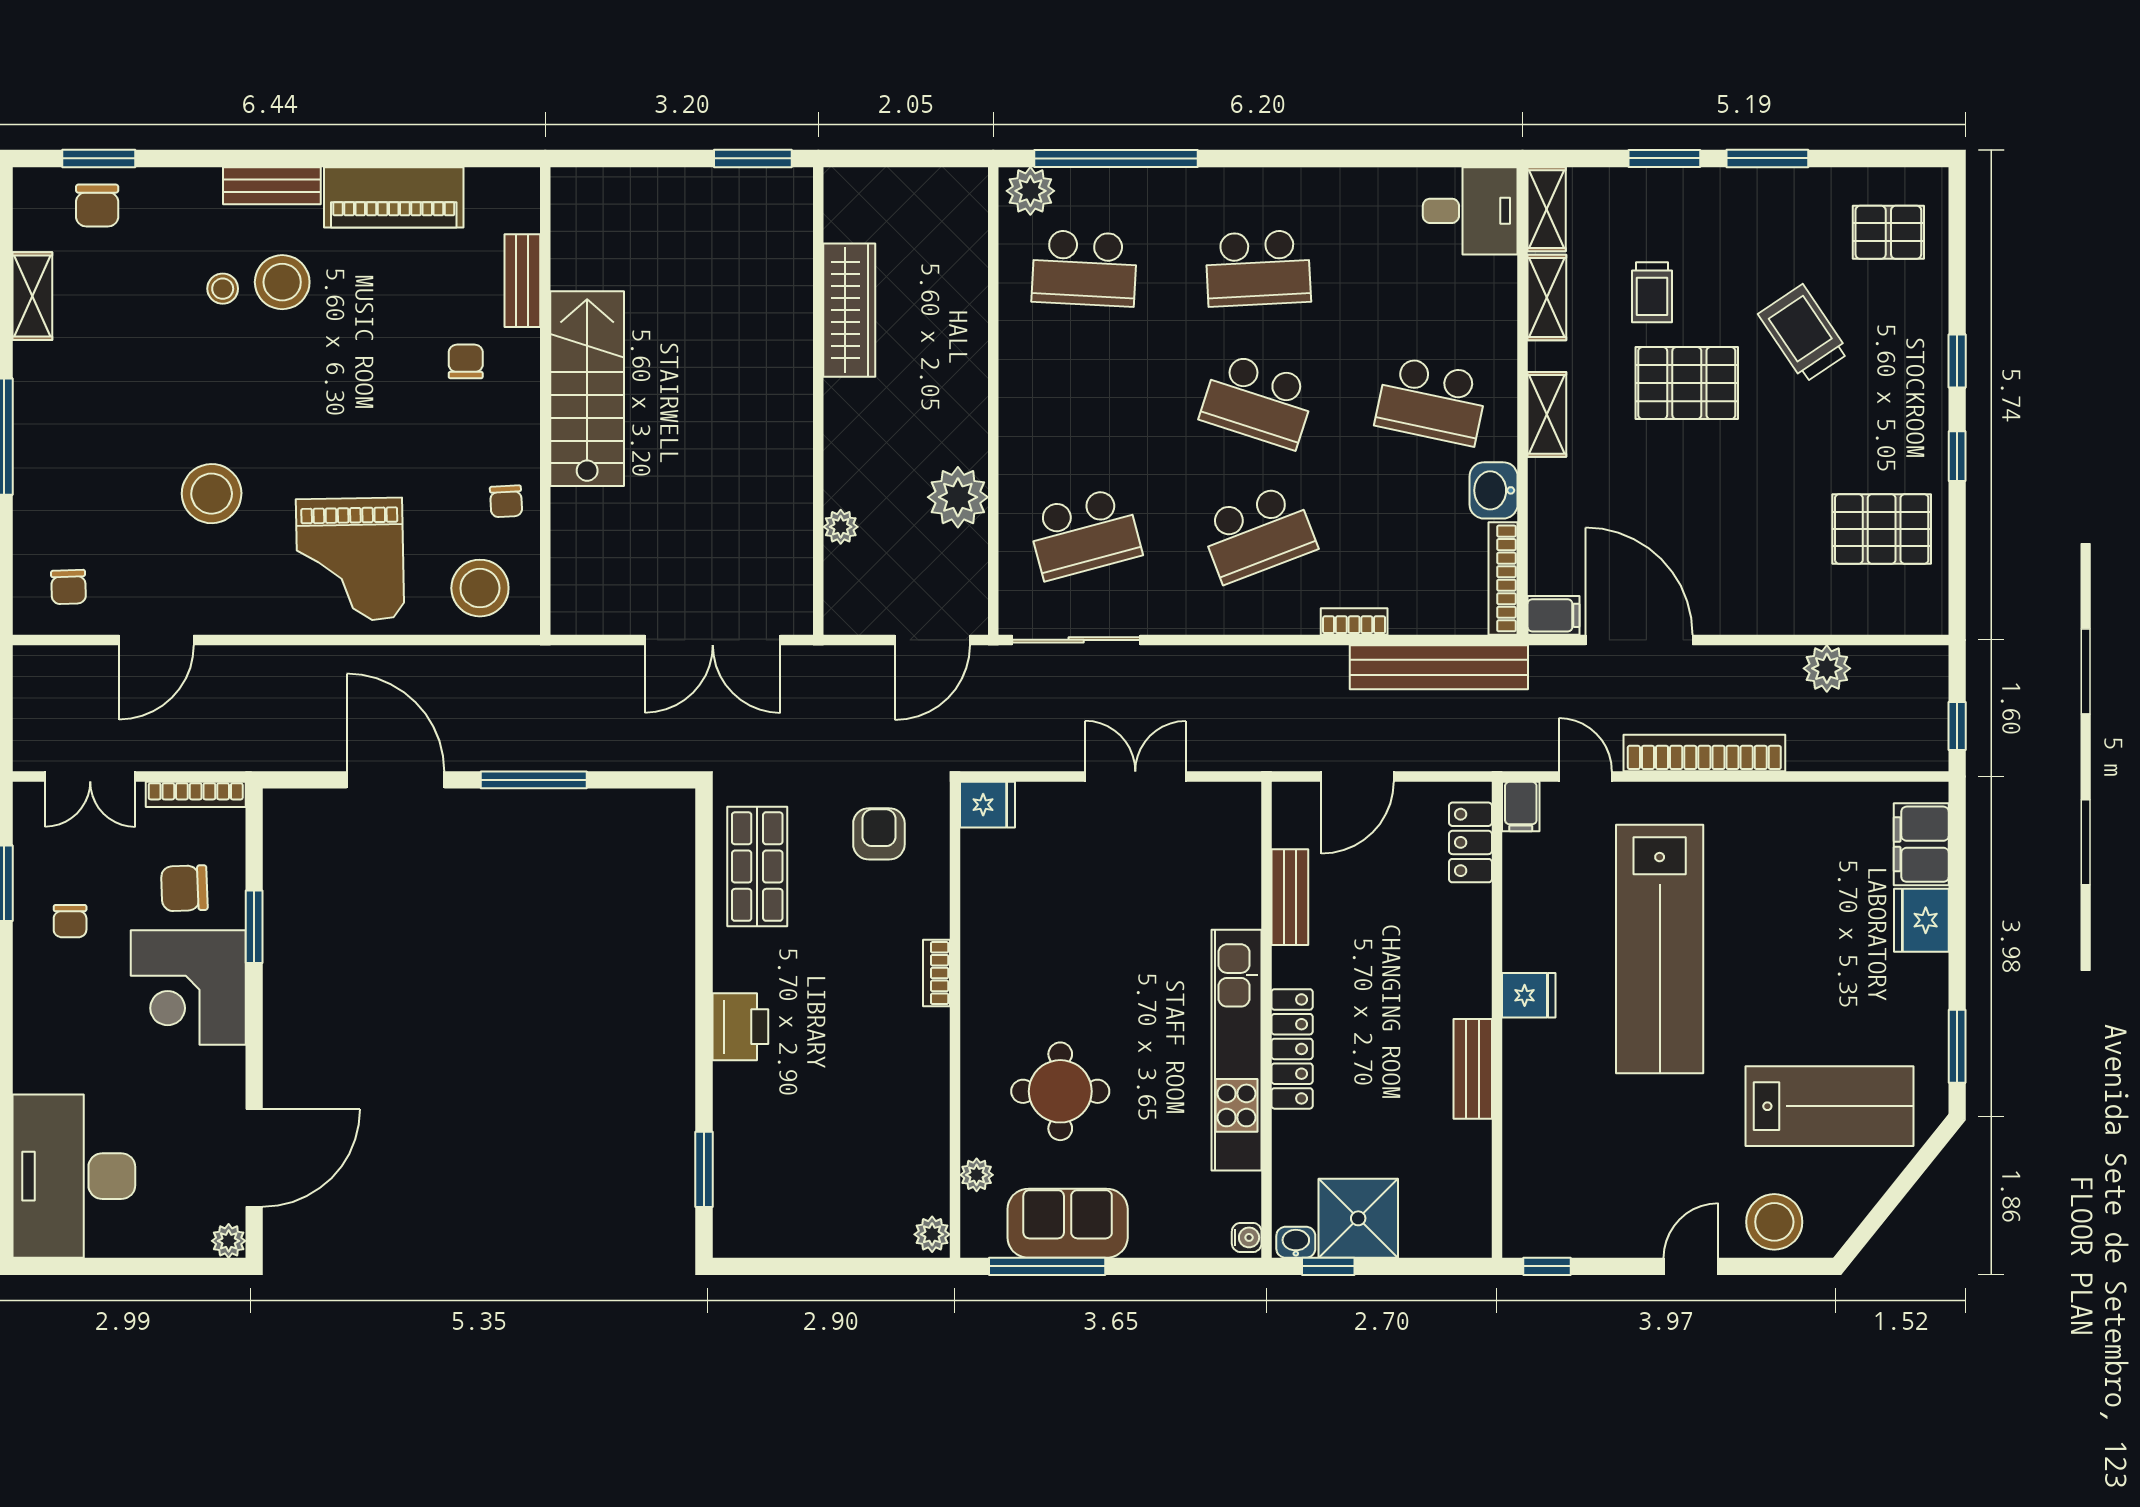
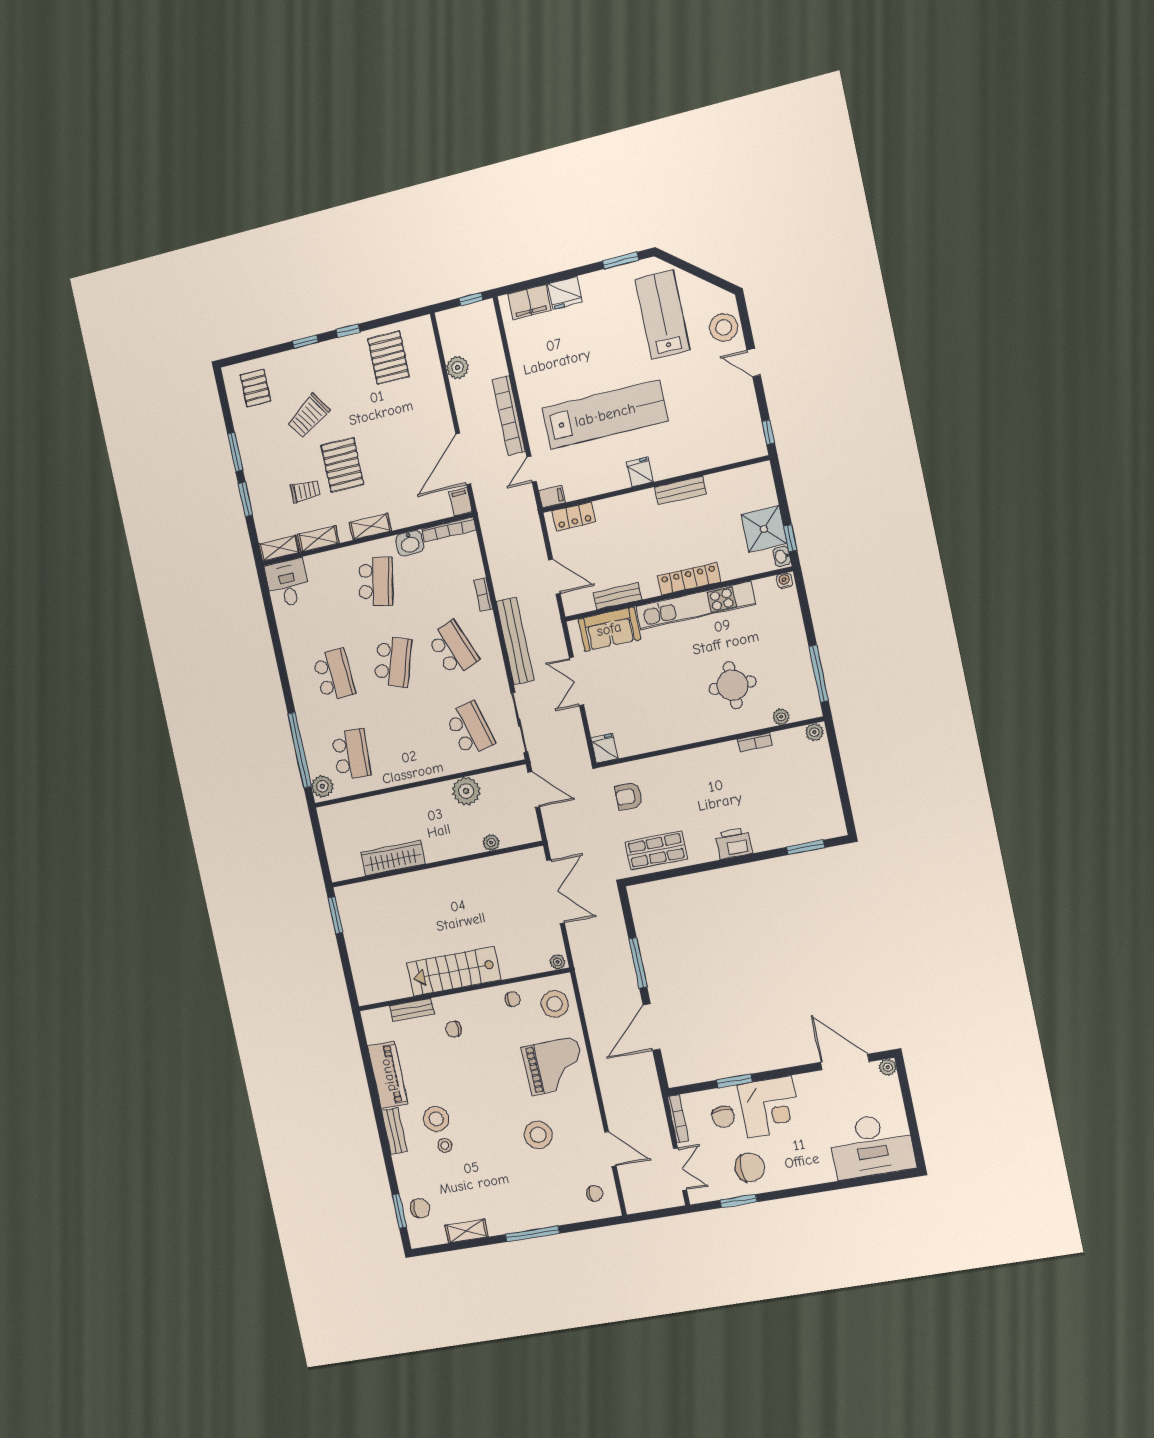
plant: (566, 613) -> (558, 962), added
bench: (1439, 667) -> (515, 641), moved
chair: (70, 921) -> (750, 1167), width x1.87, depth x1.87
bookcase: (936, 973) -> (755, 742), moved
sofa: (1068, 1223) -> (609, 629), moved, turned -90

